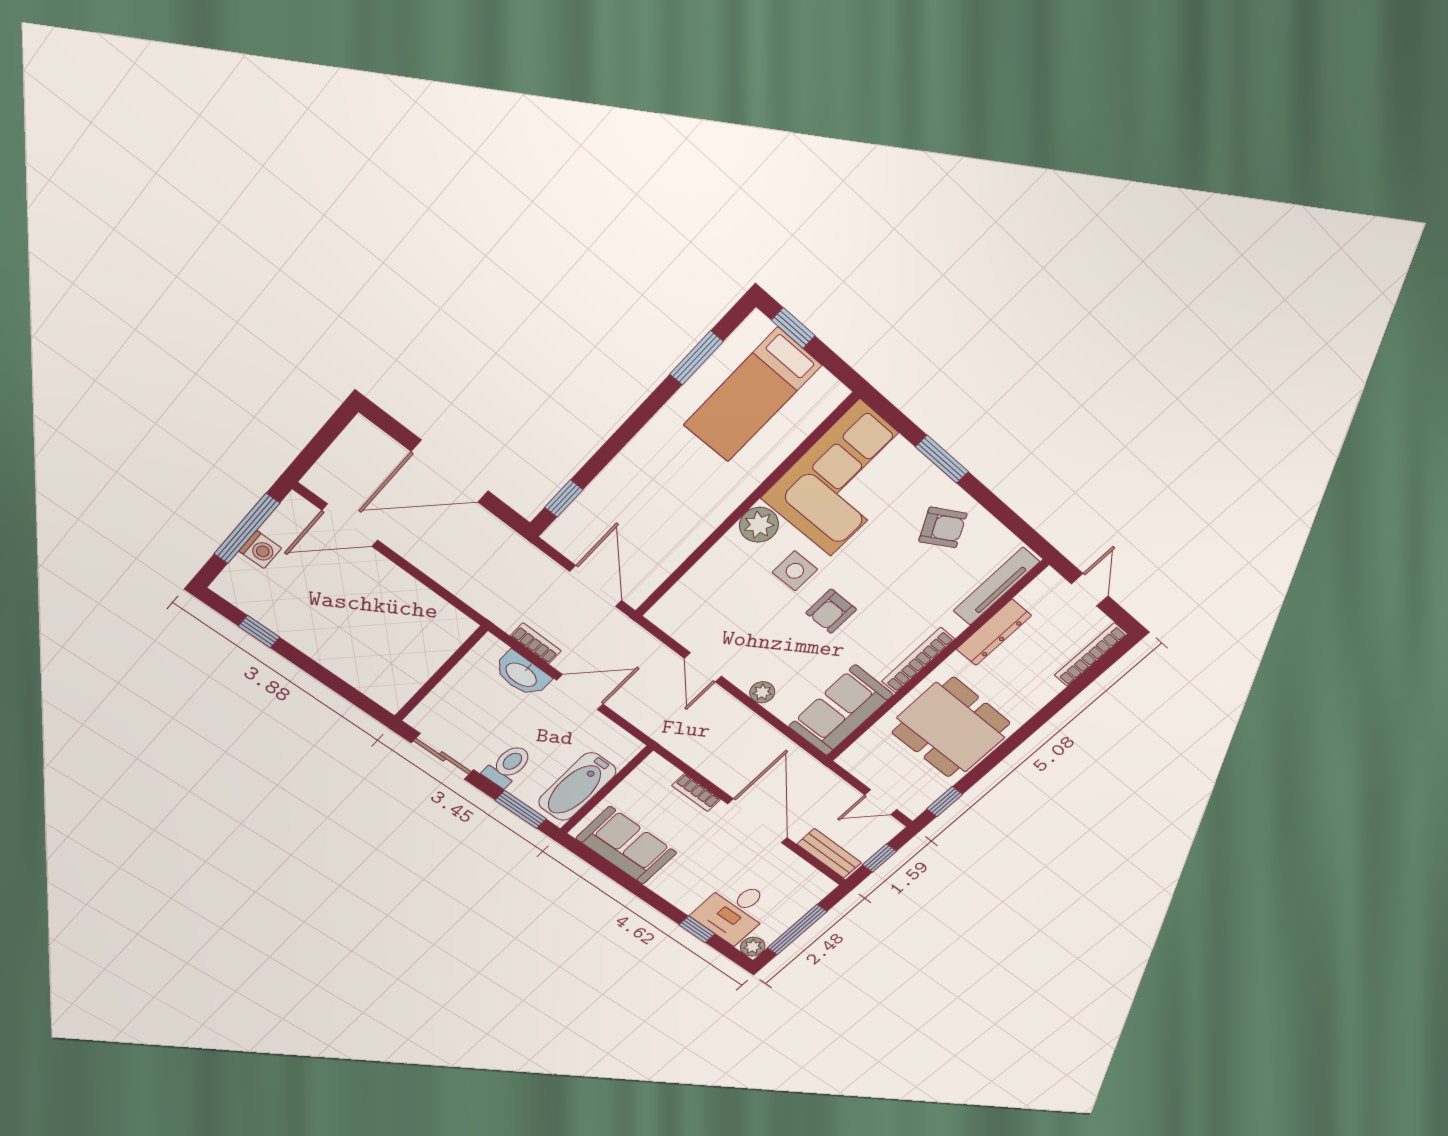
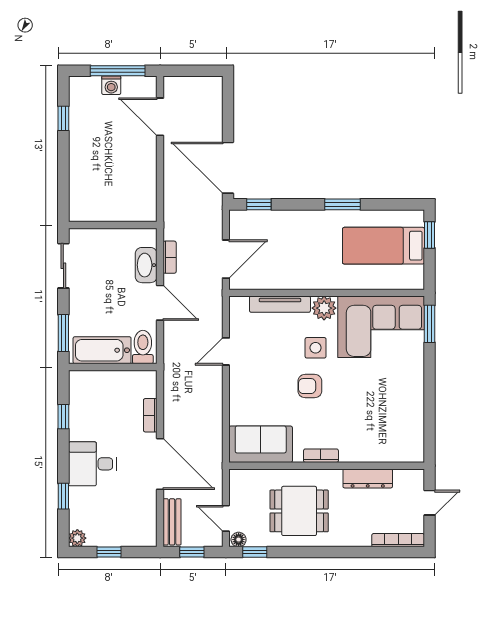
window: (696, 358) -> (343, 204), moved
window: (942, 459) -> (430, 324), moved
door: (450, 471) -> (228, 168), moved
armchair: (943, 527) -> (398, 397), removed
tv unit: (996, 586) -> (280, 304), moved, turned 180
bookcase: (918, 660) -> (321, 456), width x0.64
plant: (762, 692) -> (237, 394), removed
dining table: (951, 728) -> (299, 511), width x0.73
toilet: (508, 766) -> (143, 347), moved, turned -90
floor lamp: (915, 807) -> (239, 540), added
door: (758, 821) -> (160, 464), hinge flipped
sofa: (626, 846) -> (87, 408), removed
window: (613, 872) -> (63, 417), added
desk: (734, 911) -> (92, 464), moved
window: (797, 930) -> (109, 552), width x0.46

